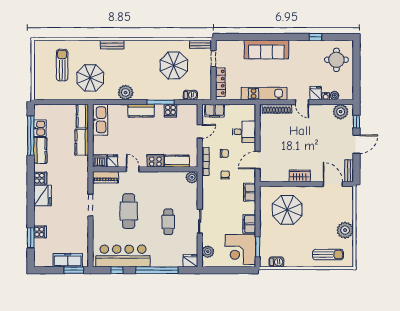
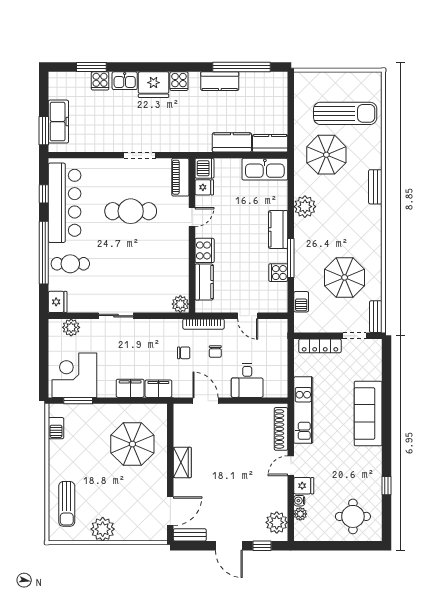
sun lounger: (62, 65) -> (345, 113), width x1.36, depth x1.34
filing cabinet: (215, 111) -> (278, 337), removed
kitchen sink: (40, 128) -> (125, 81), moved
cafe table: (168, 222) -> (70, 264), moved
filing cabinet: (249, 224) -> (130, 388), moved

